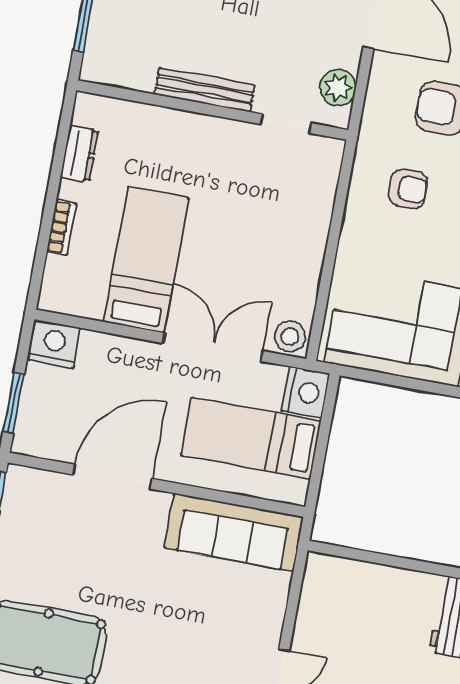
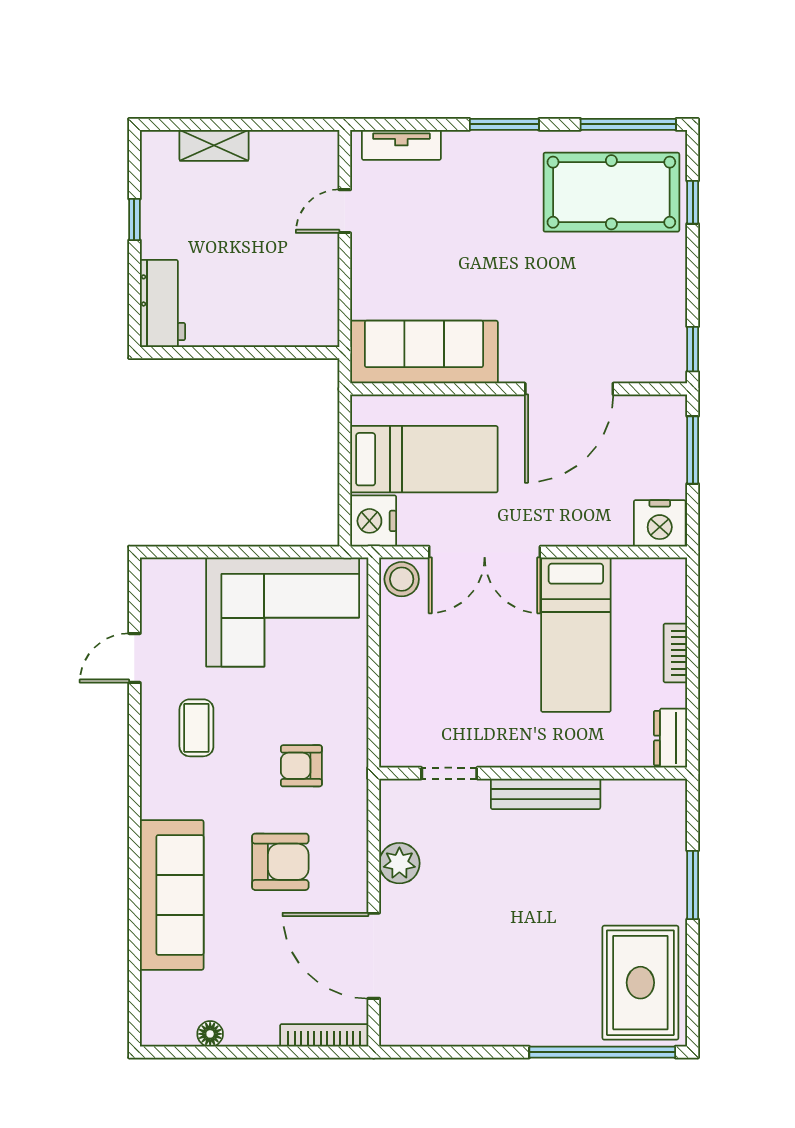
bench: (205, 90) -> (546, 794), moved
wall: (212, 110) -> (533, 773), moved
doorway: (286, 124) -> (449, 773), moved

